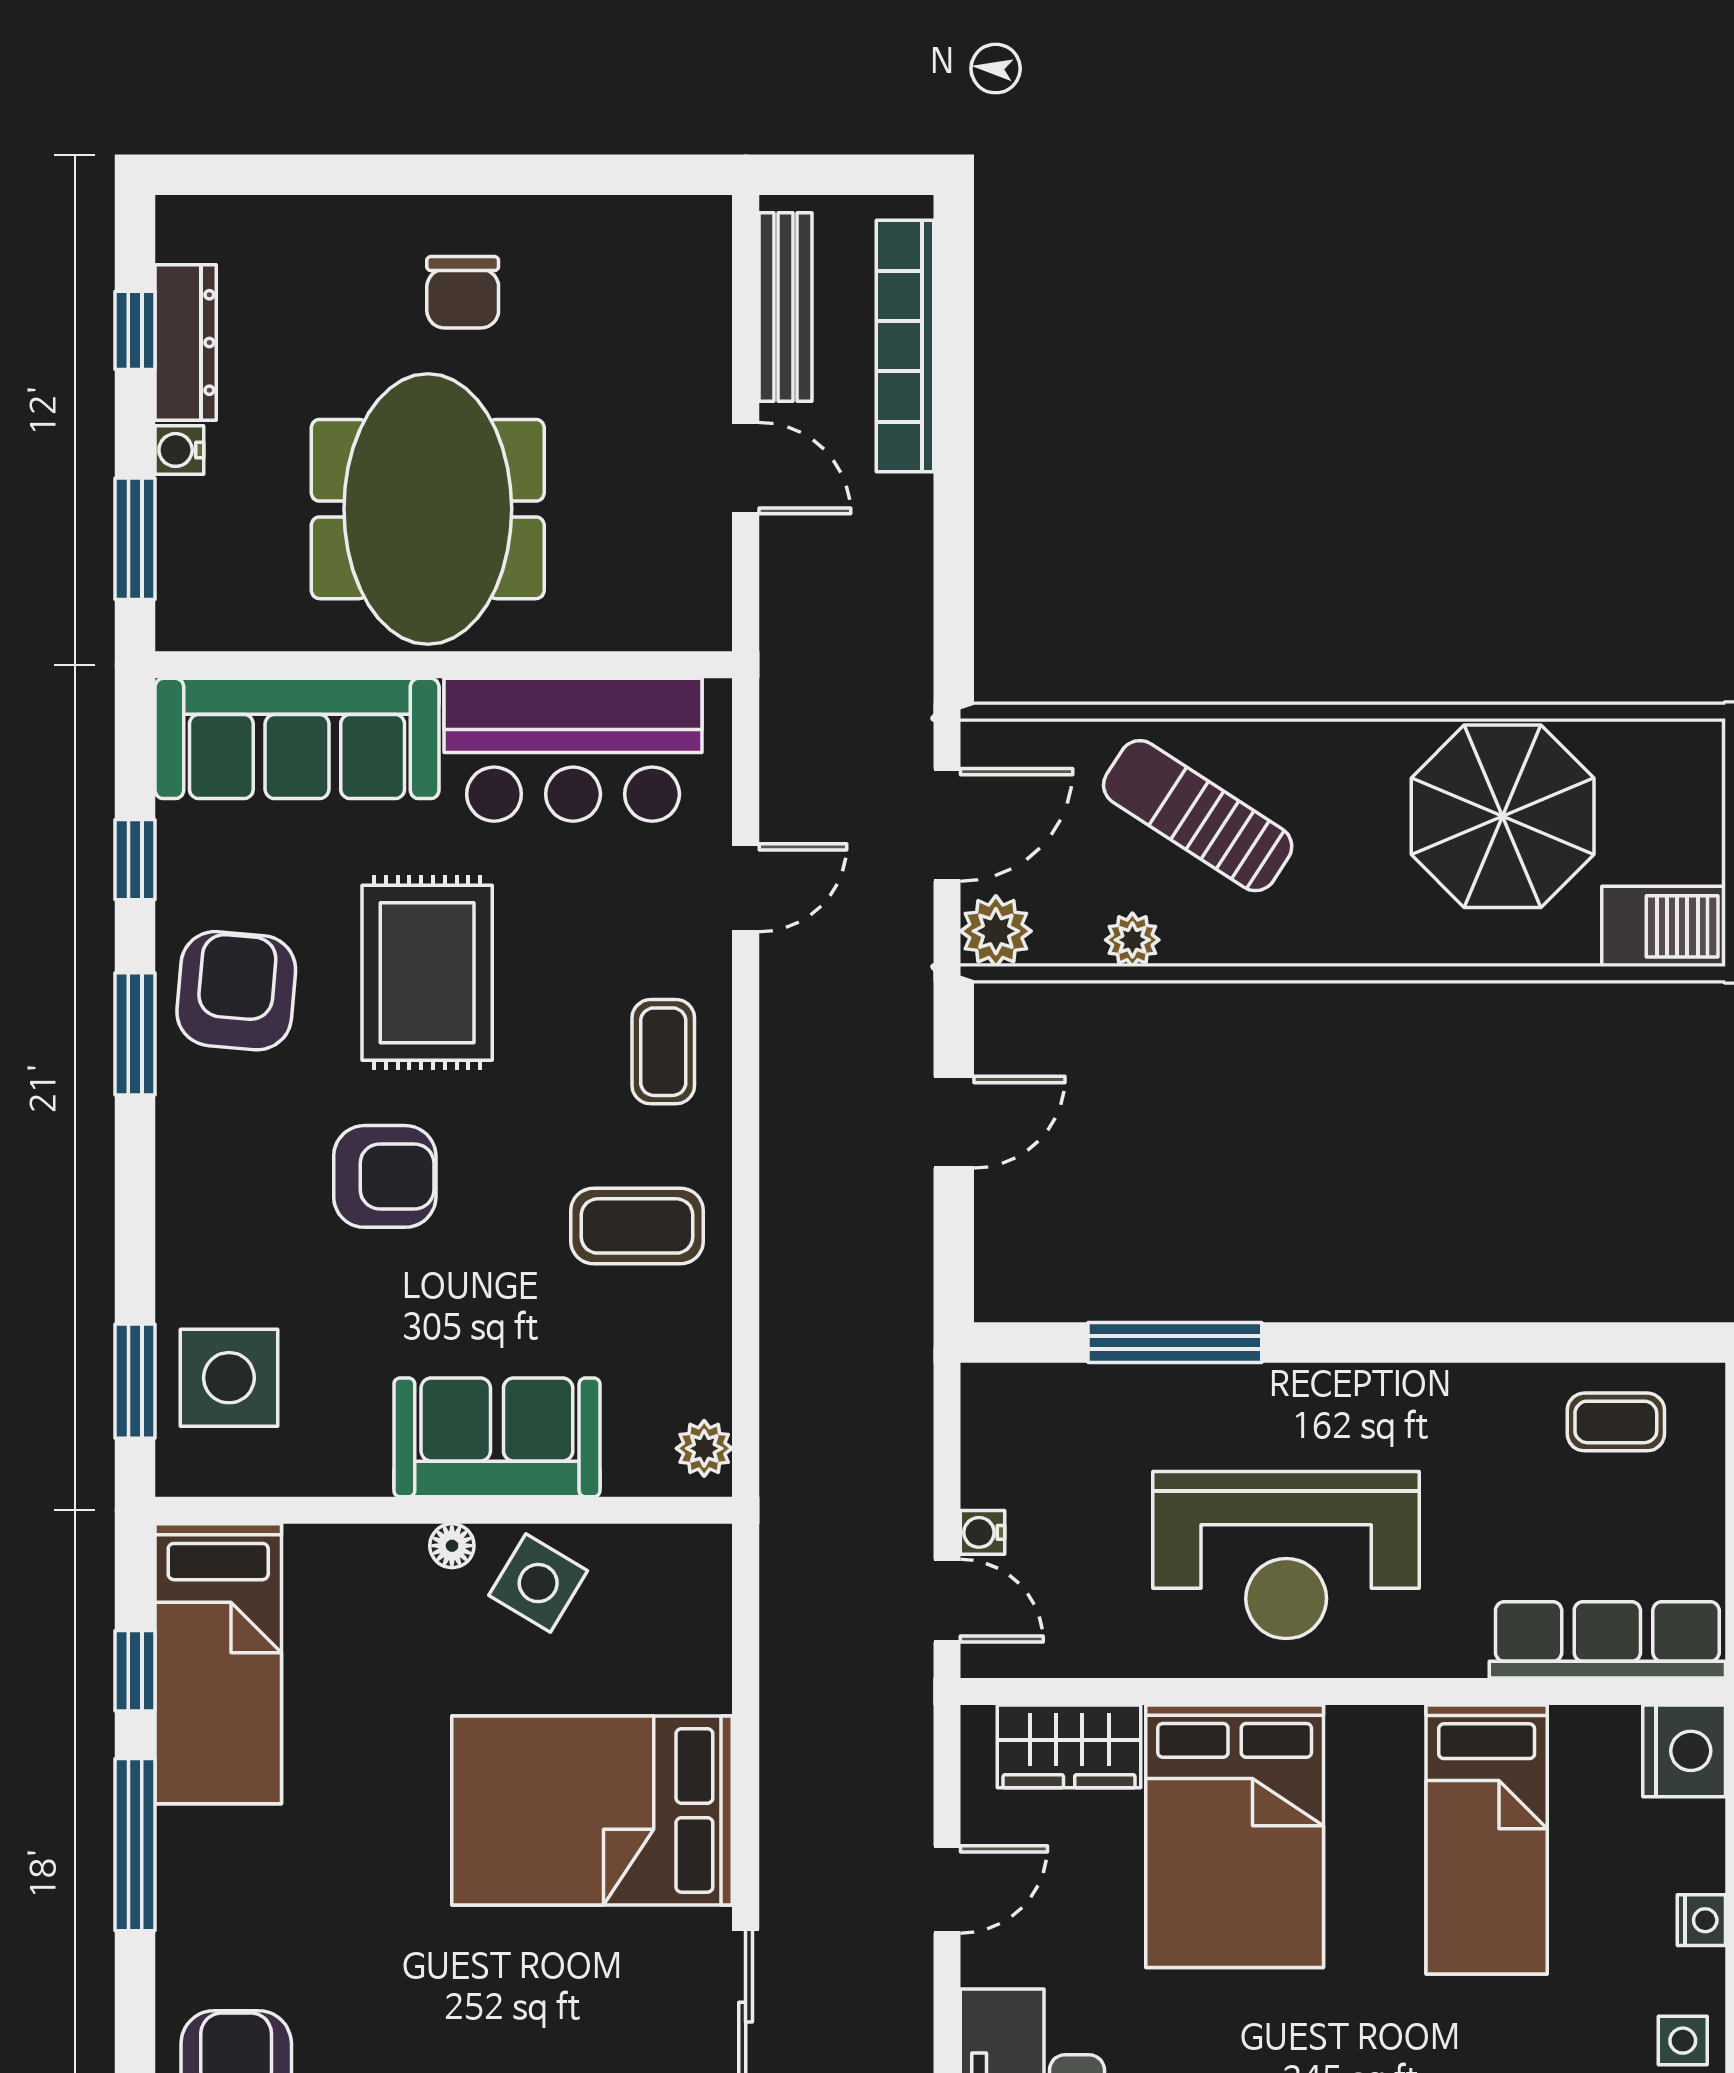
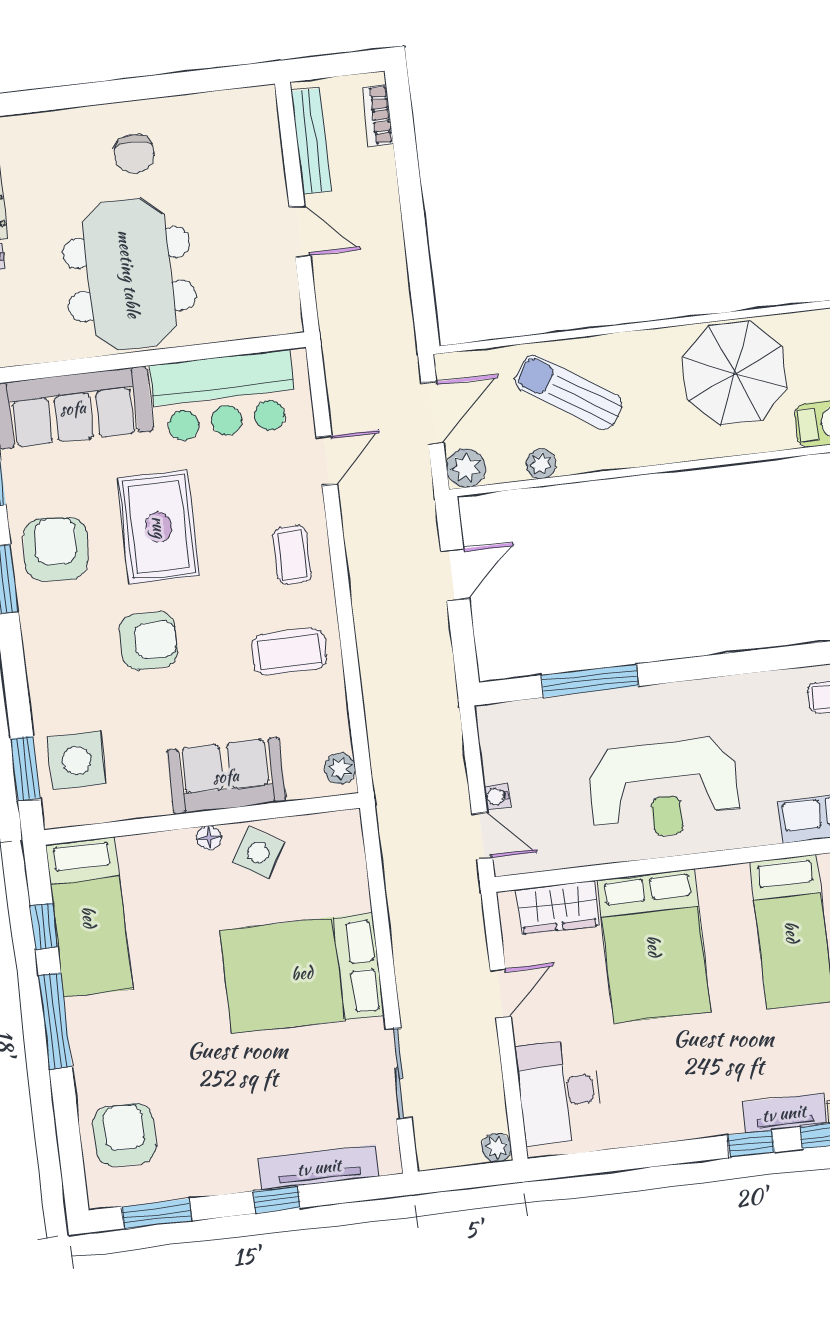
bookcase: (905, 346) -> (378, 116), width x0.43, depth x0.76

